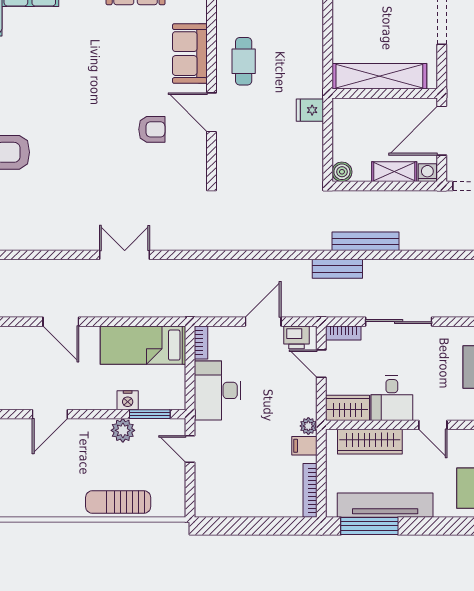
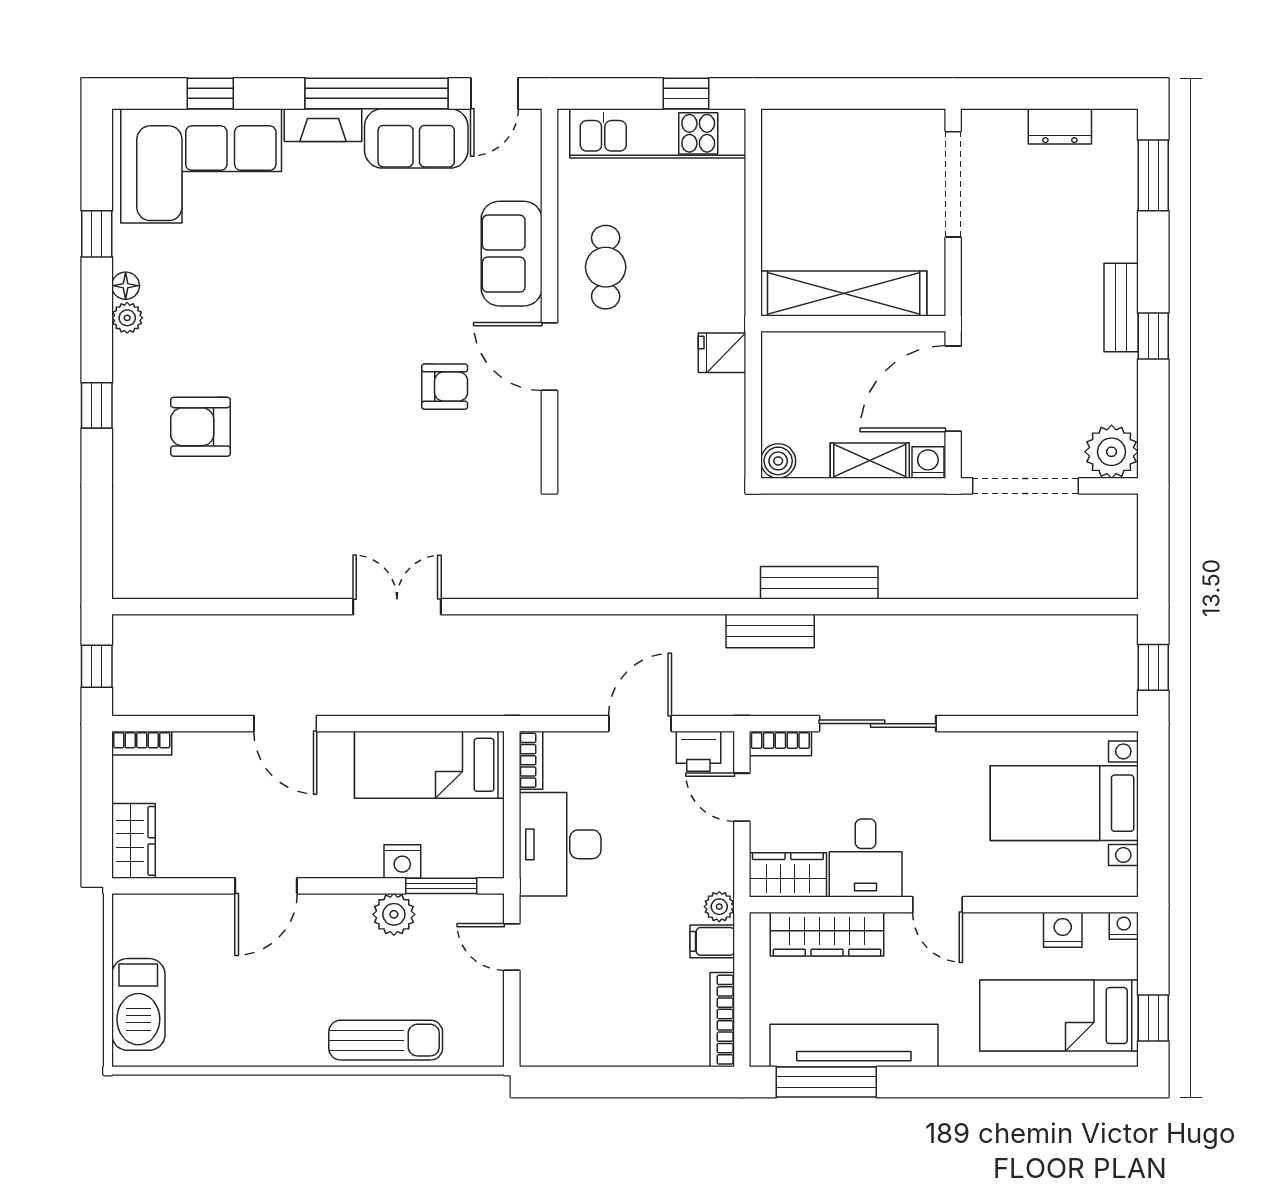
sun lounger: (118, 502) -> (386, 1040), turned 180

